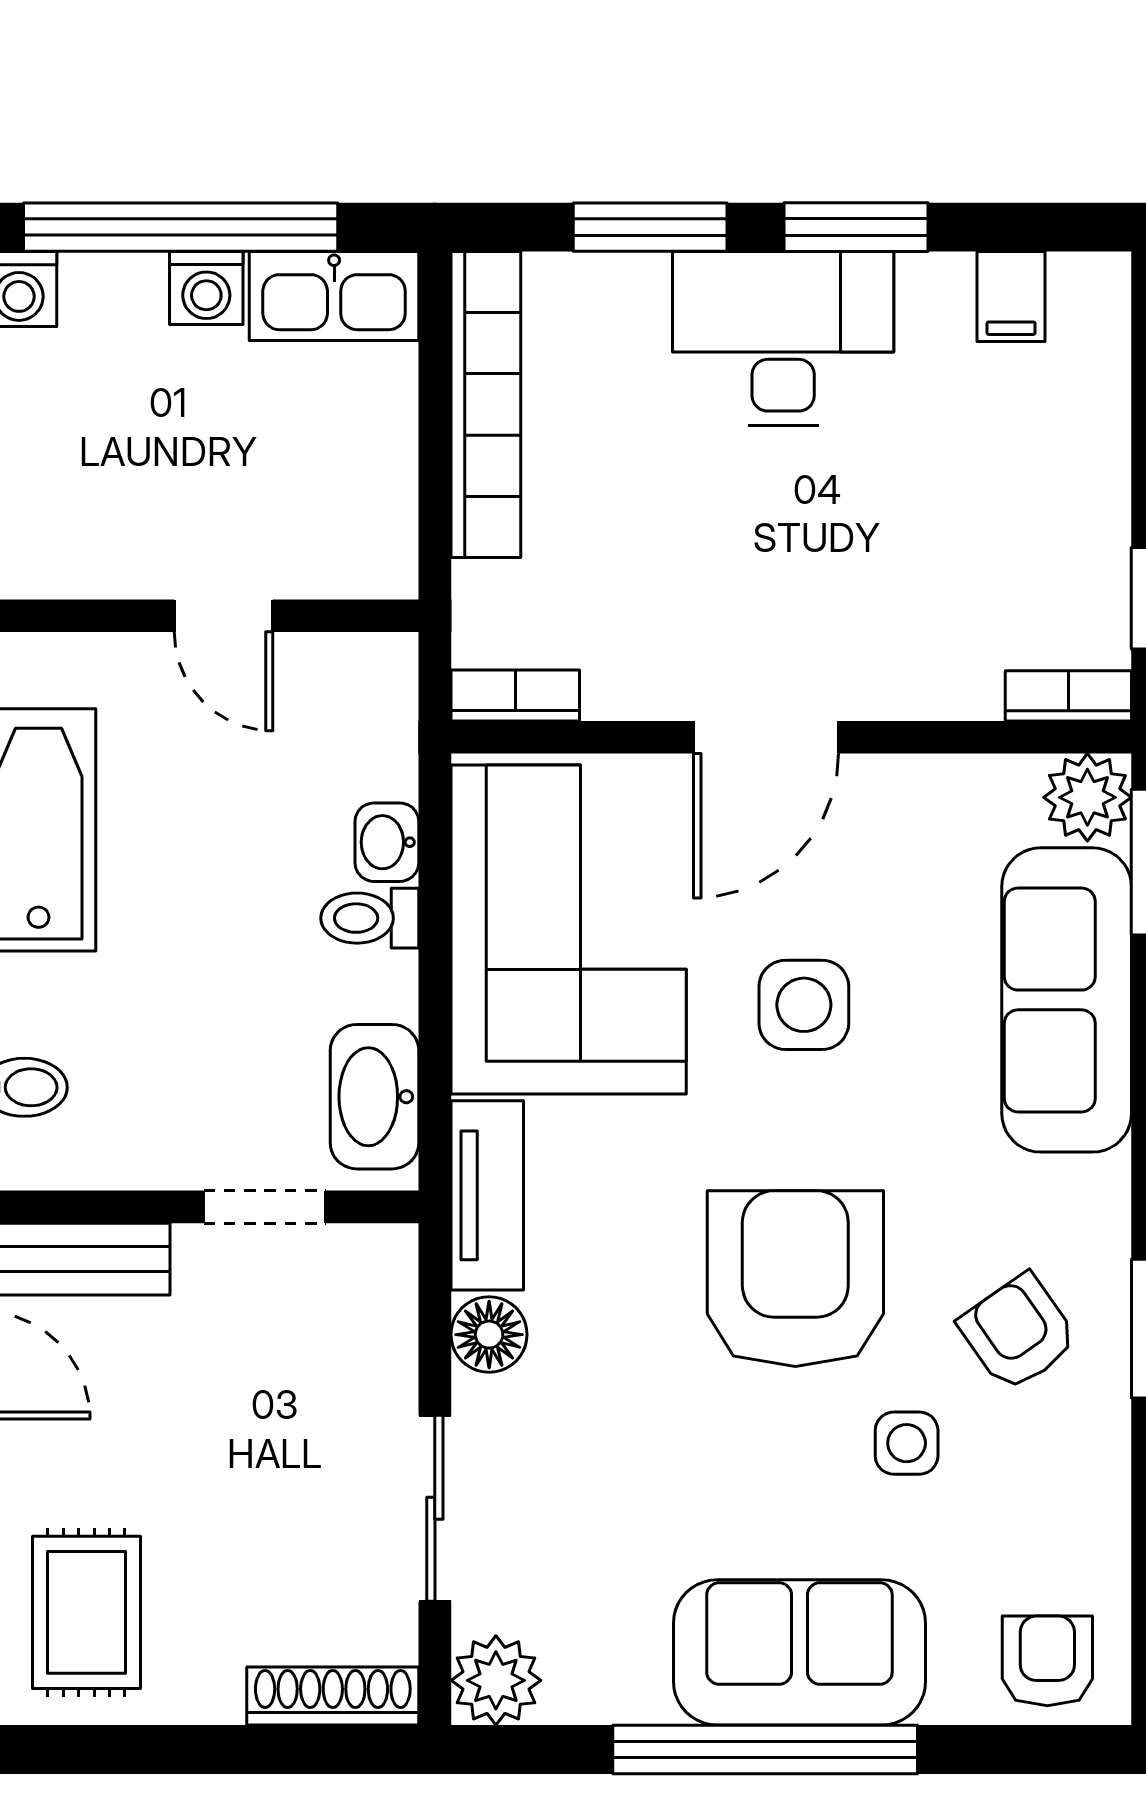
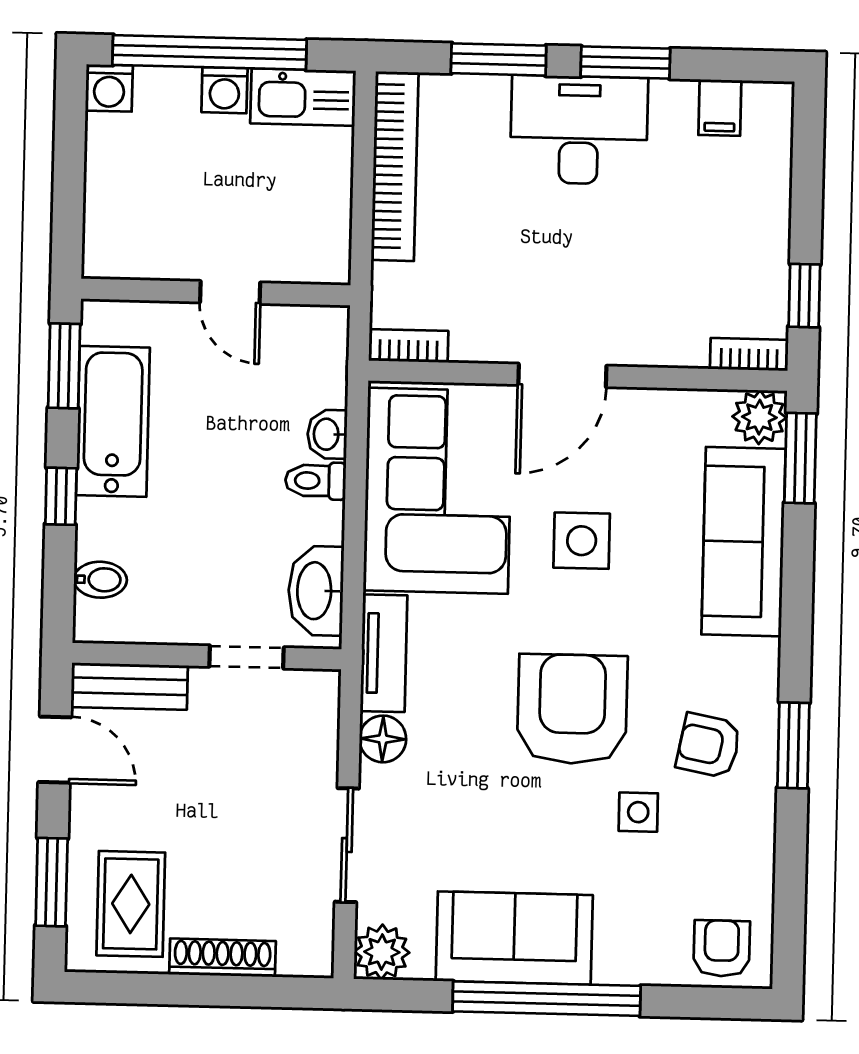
armchair: (1018, 1332) -> (709, 746), turned -44
sofa: (799, 1652) -> (514, 938), moved
shoe rack: (333, 1696) -> (222, 958), moved

